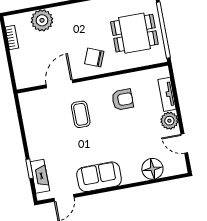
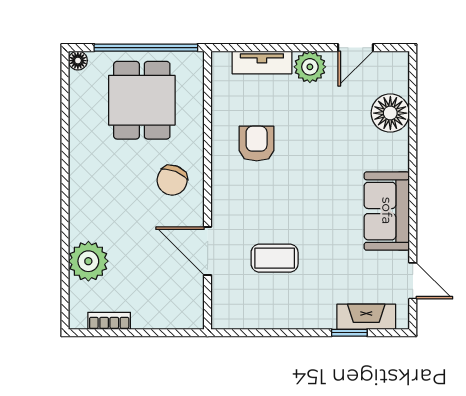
coffee table: (81, 114) -> (275, 258), moved

